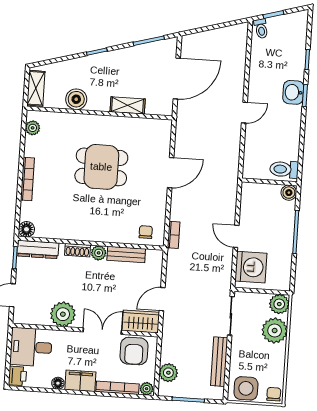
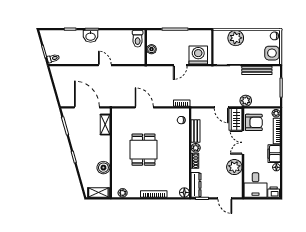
shelving: (128, 105) -> (105, 125), moved
boiler: (289, 193) -> (152, 49), moved
plant: (279, 304) -> (219, 36), removed
plant: (168, 373) -> (246, 101), moved

